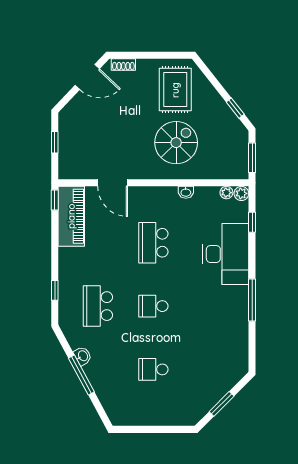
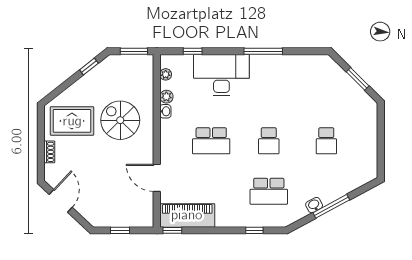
shoe rack: (123, 65) -> (49, 152), moved
door: (113, 183) -> (157, 178), swing flipped
plant: (241, 193) -> (166, 97), moved

